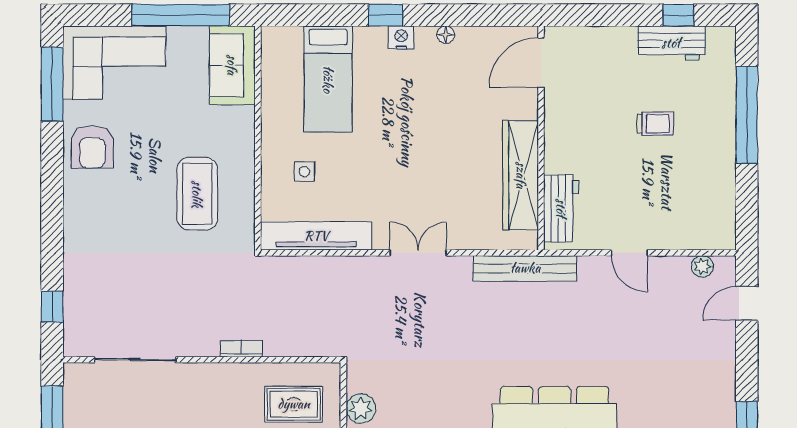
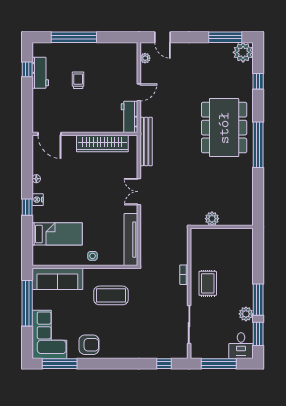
sofa: (232, 65) -> (57, 279), width x1.36
side table: (304, 172) -> (93, 256), moved
workbench: (561, 208) -> (129, 117), moved, turned -90
rug: (294, 404) -> (208, 283), moved

